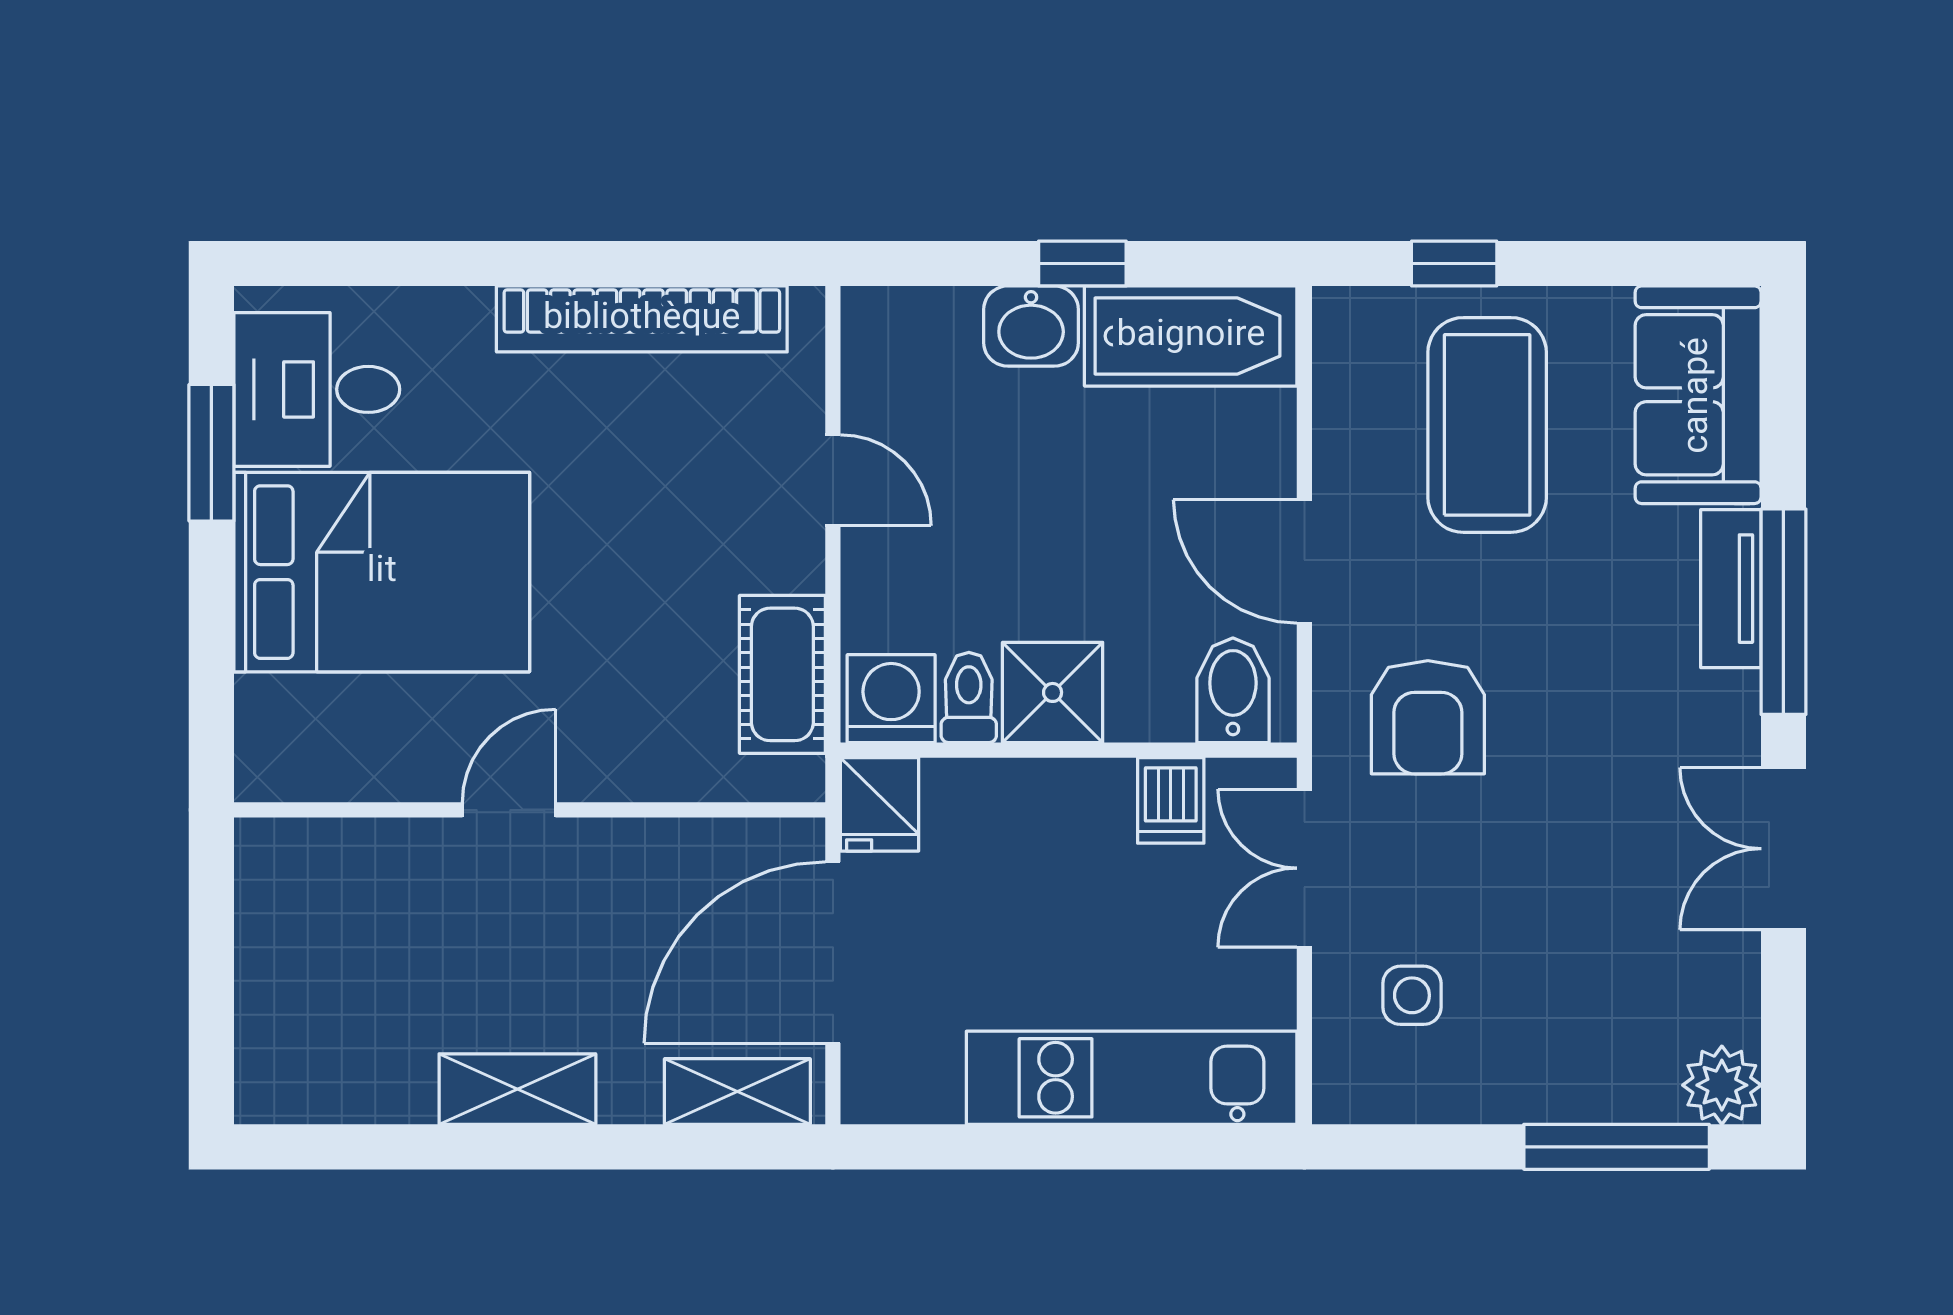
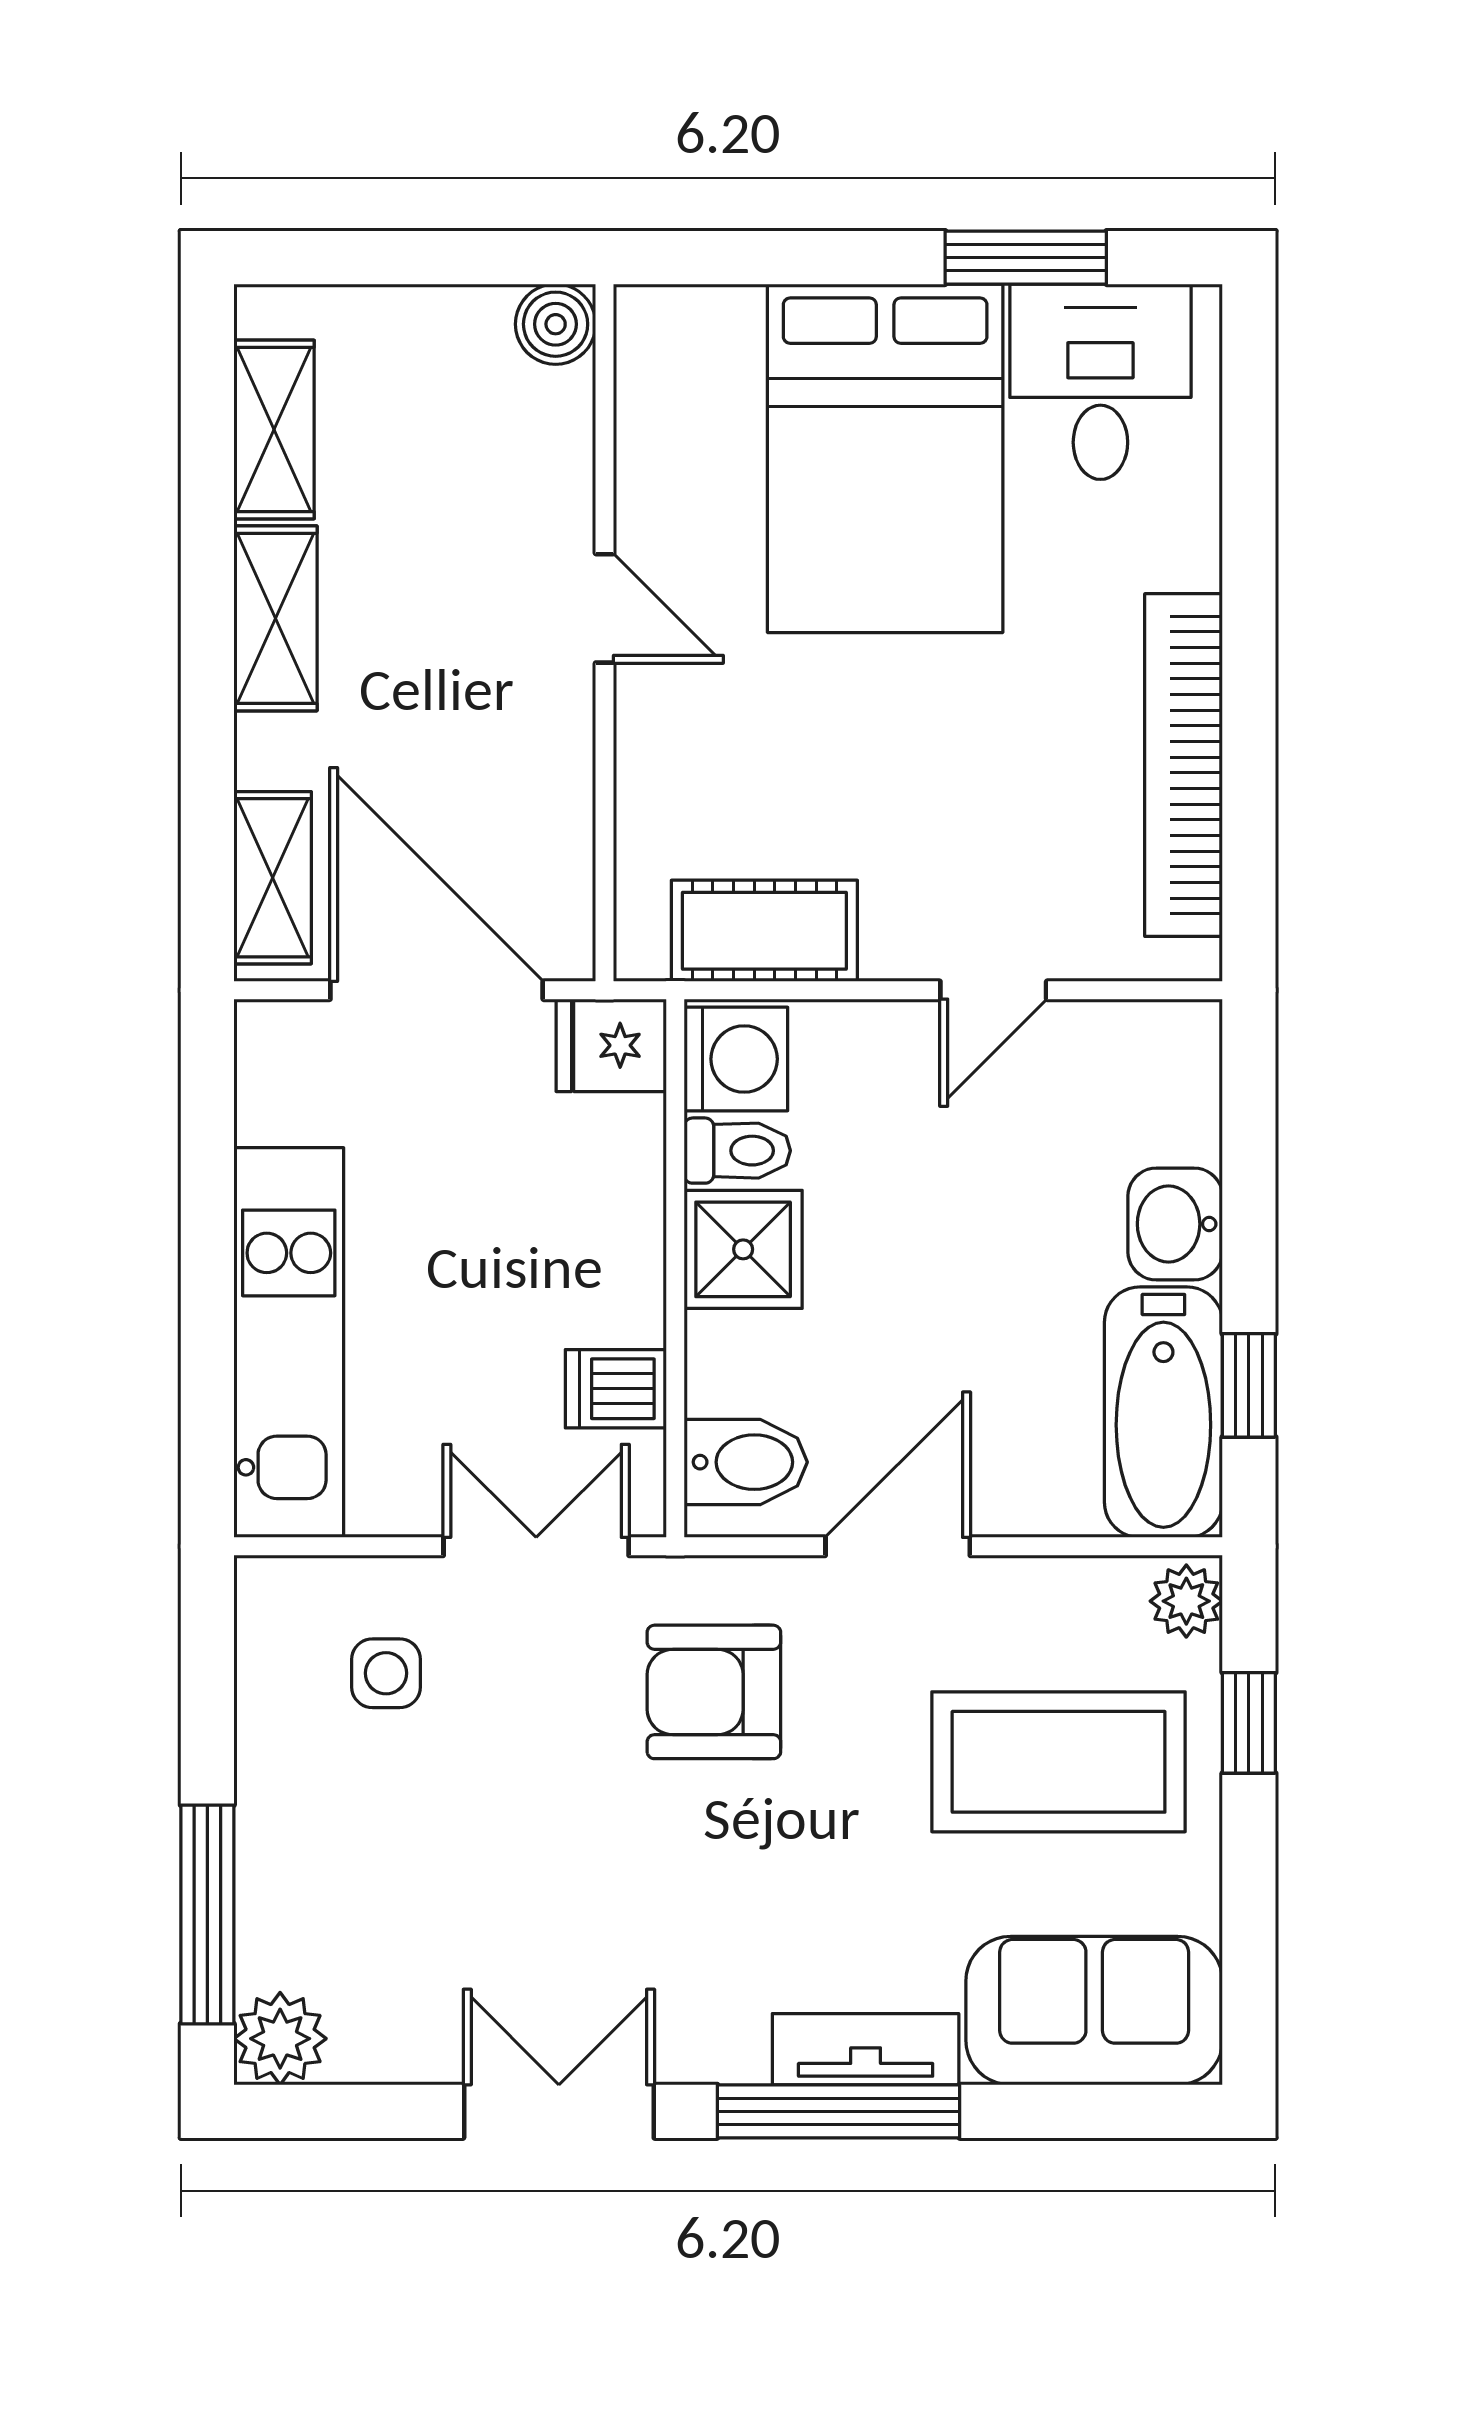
window: (1082, 263) -> (1249, 1385), moved
plant: (1351, 317) -> (1186, 1601), added
boiler: (268, 851) -> (556, 324), added
shelving: (357, 1090) -> (274, 429), added

